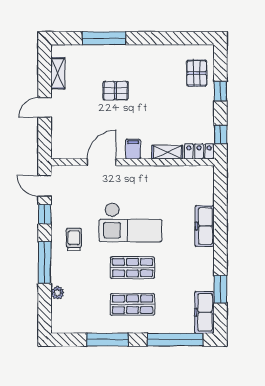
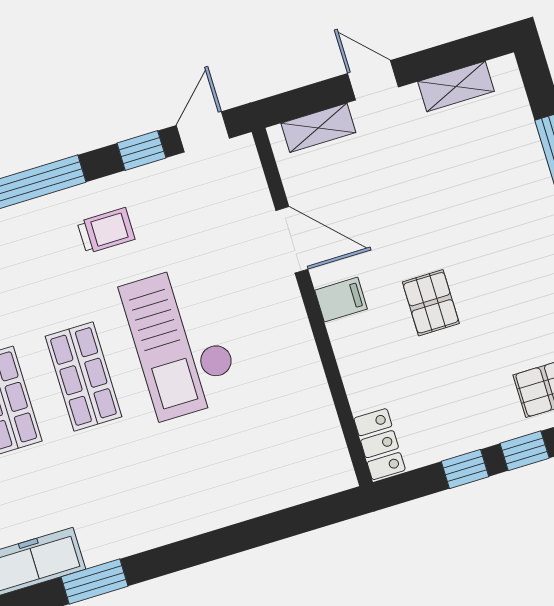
pallet: (116, 91) -> (431, 303), moved
window: (220, 135) -> (465, 469), moved
shelving: (167, 152) -> (318, 128), moved, turned 90
freezer: (205, 226) -> (221, 506), removed

